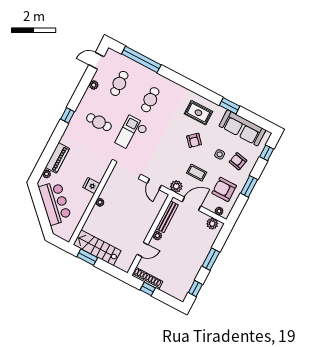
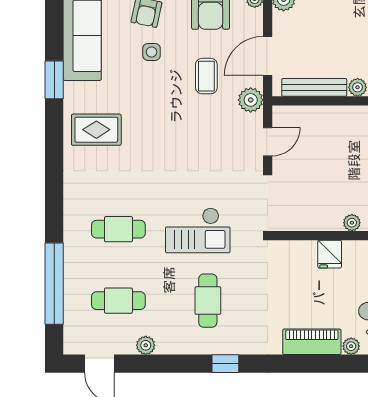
rug: (198, 113) -> (96, 130), turned 90
armchair: (194, 140) -> (151, 111), removed
door: (191, 204) -> (268, 56), hinge flipped

